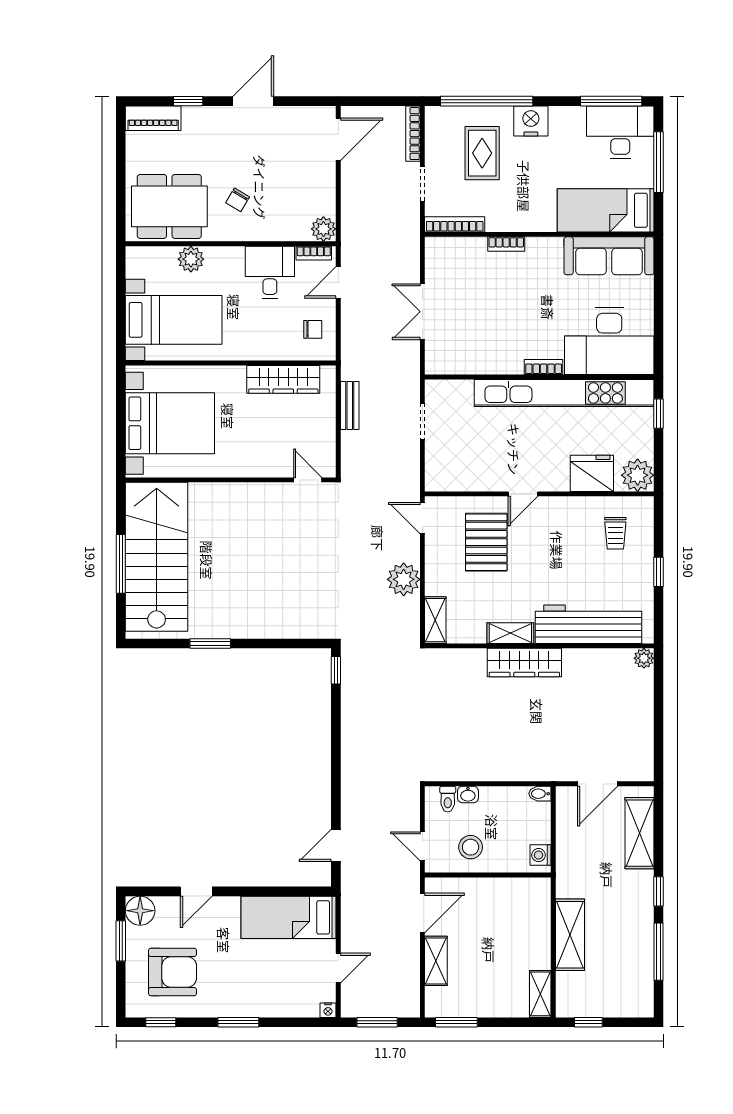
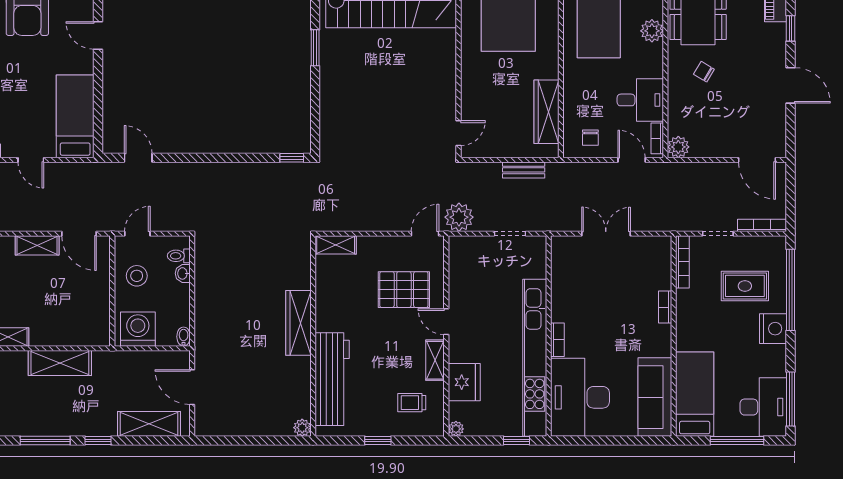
plant: (638, 475) -> (456, 429), width x0.53, depth x0.53
plant: (404, 579) -> (459, 217), moved
shelving: (510, 633) -> (435, 360), moved
washing machine: (541, 855) -> (138, 329), width x1.89, depth x1.89

